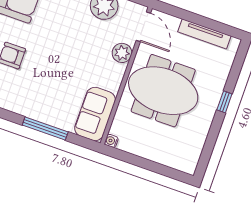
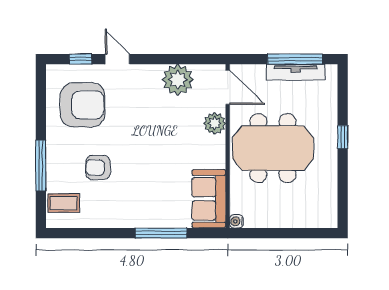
window: (208, 23) -> (295, 59), added

